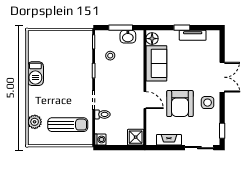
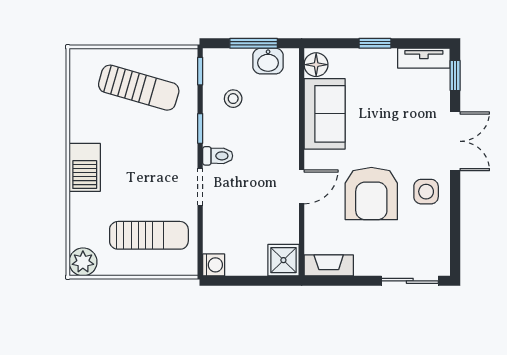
tv unit: (193, 35) -> (424, 58), moved
sun lounger: (63, 50) -> (139, 88), added
barbecue: (35, 74) -> (85, 167), moved
door: (145, 100) -> (302, 187), hinge flipped
toilet: (102, 114) -> (218, 156), moved
plant: (35, 122) -> (83, 262), moved
window: (222, 131) -> (455, 76), moved
fireplace: (169, 140) -> (329, 265), moved

